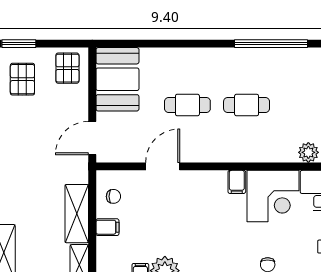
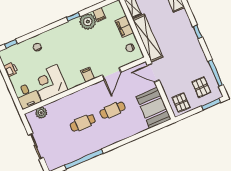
door: (92, 138) -> (153, 73), swing flipped
filing cabinet: (237, 182) -> (88, 75), moved
shelving: (77, 214) -> (148, 38), width x1.47
filing cabinet: (107, 227) -> (124, 27), width x2.00

